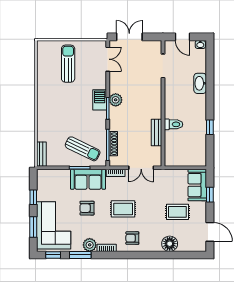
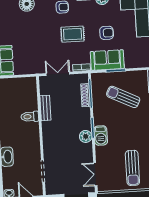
sun lounger: (83, 149) -> (123, 97), moved
rug: (177, 212) -> (21, 34), removed

